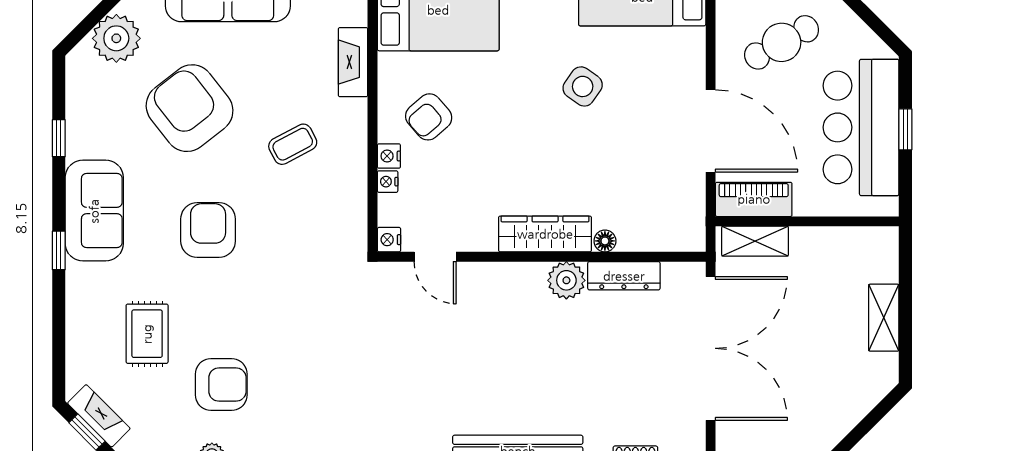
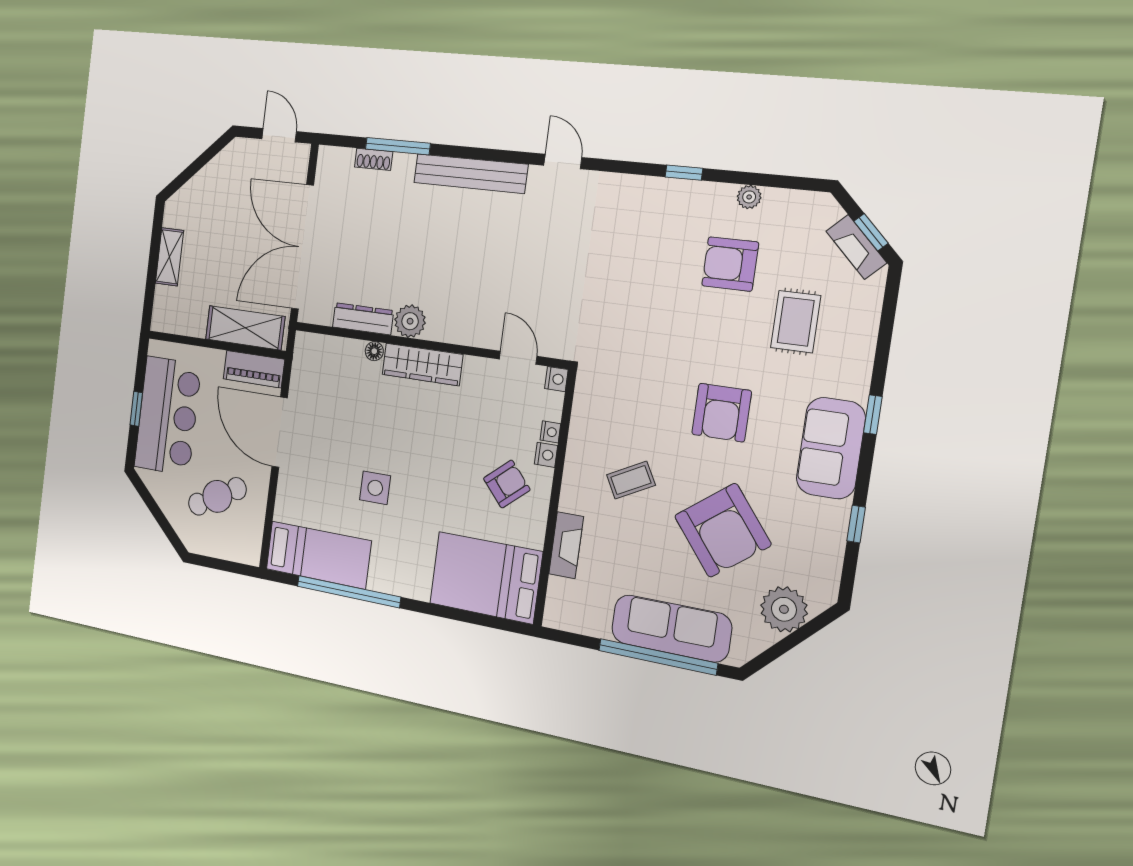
side table: (583, 86) -> (375, 488), turned -35
shelving: (755, 241) -> (245, 328), width x1.50, depth x1.33

